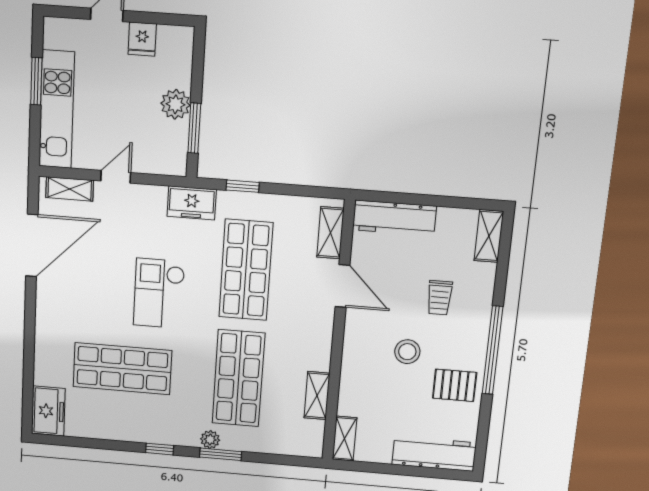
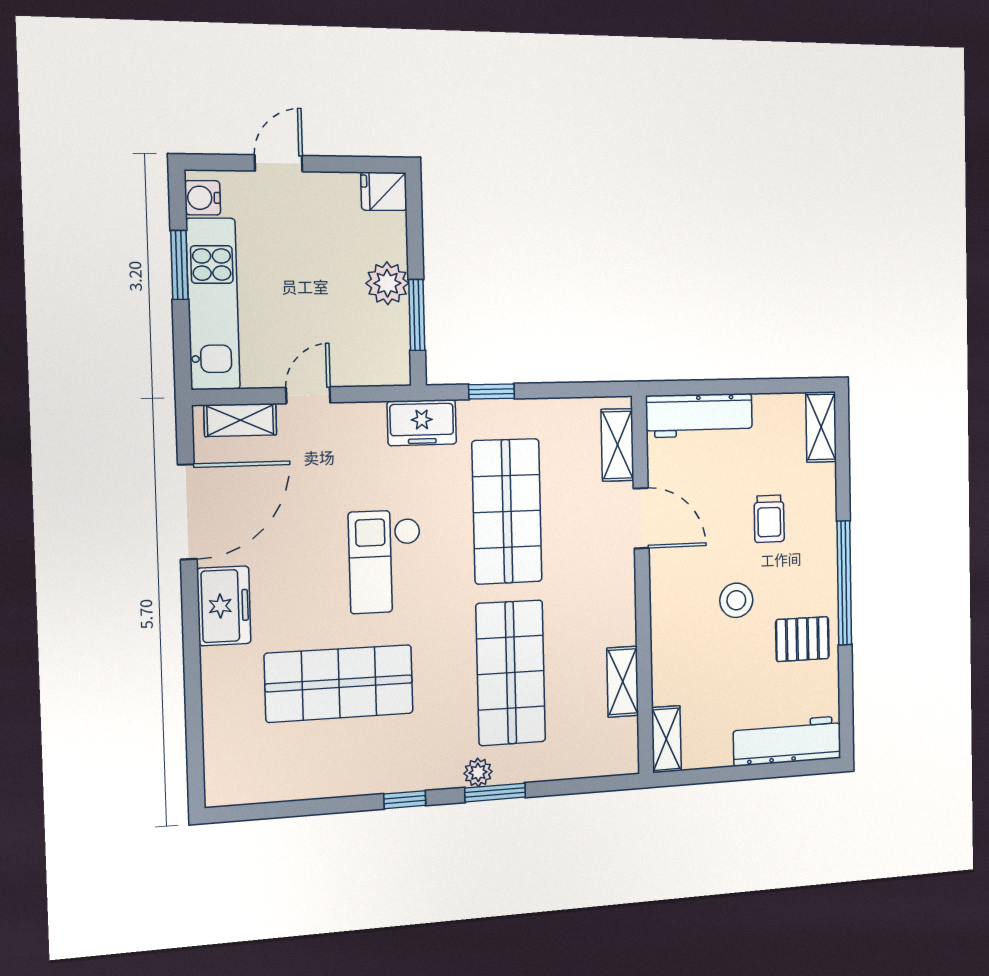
water cooler: (54, 36) -> (203, 198), added
fridge: (142, 39) -> (384, 191), moved, turned 90
freezer: (48, 411) -> (224, 606), moved

